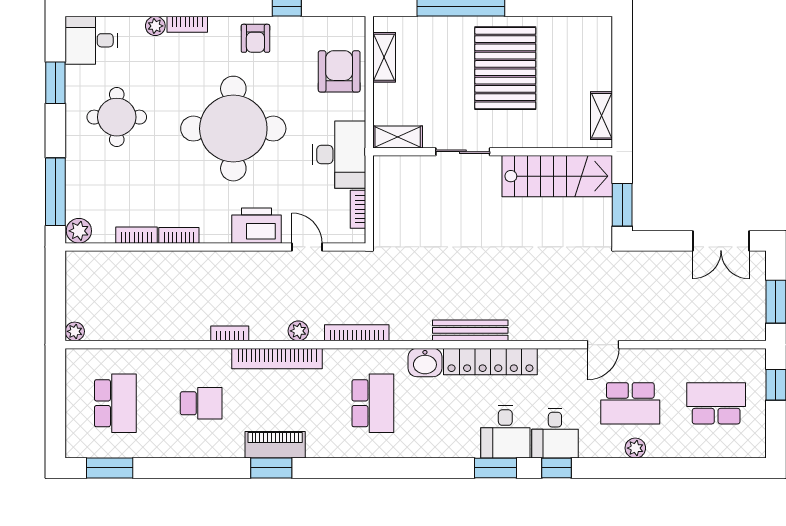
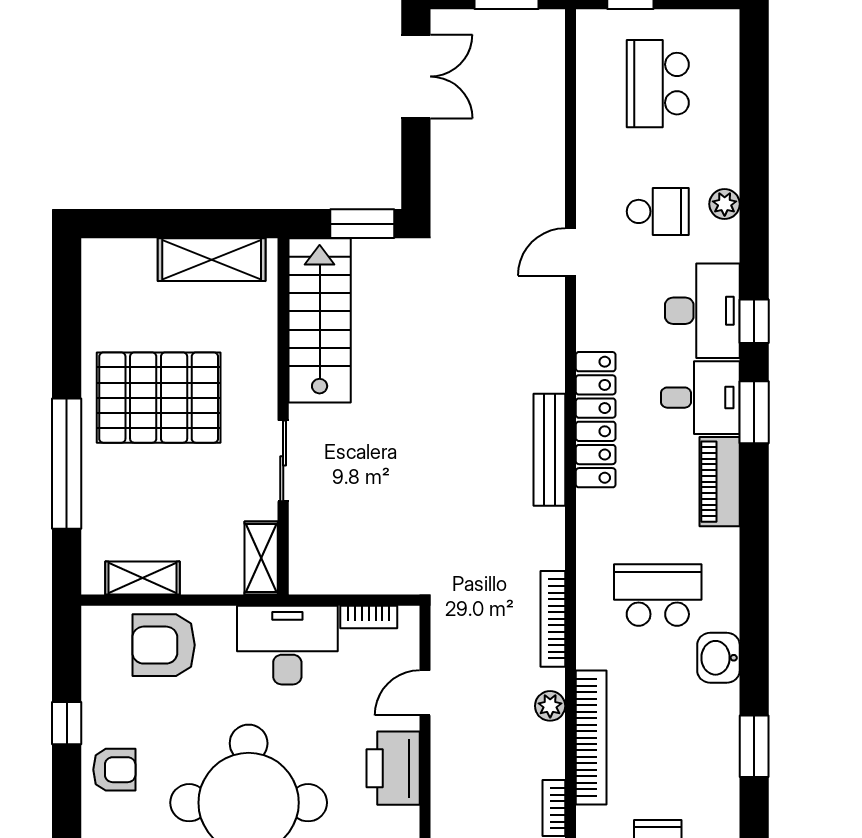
shelving: (601, 116) -> (212, 260), width x1.50, depth x1.33
door: (603, 345) -> (570, 252), swing flipped
washbasin: (425, 363) -> (718, 658), moved, turned 180
school desk: (630, 403) -> (658, 211), width x0.54
desk: (555, 433) -> (702, 311), width x1.37
piano: (275, 445) -> (720, 482), moved

